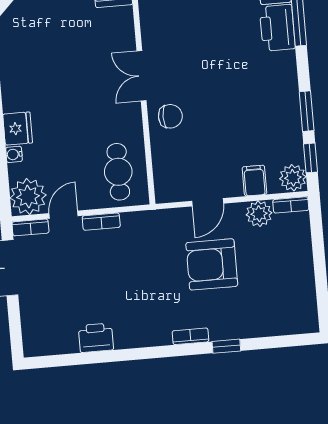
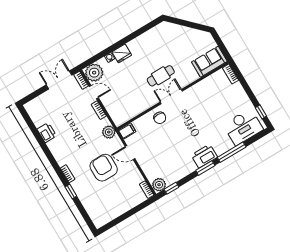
printer: (277, 28) -> (204, 156), moved
window: (307, 111) -> (205, 168), moved
cafe table: (118, 172) -> (161, 76), moved
filing cabinet: (254, 181) -> (127, 131), moved
plant: (259, 214) -> (109, 132), moved

